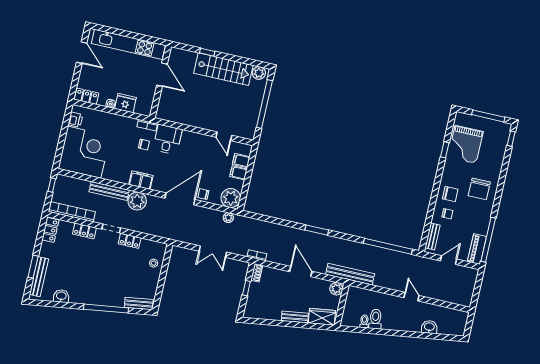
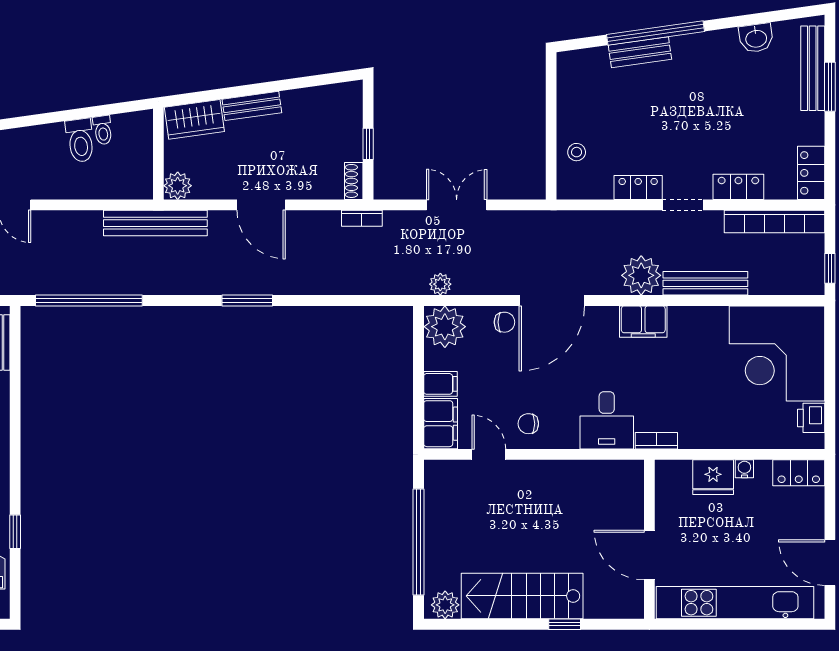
chair: (144, 145) -> (528, 424), moved
filing cabinet: (241, 161) -> (441, 424), width x2.00
bench: (139, 304) -> (640, 52), moved

